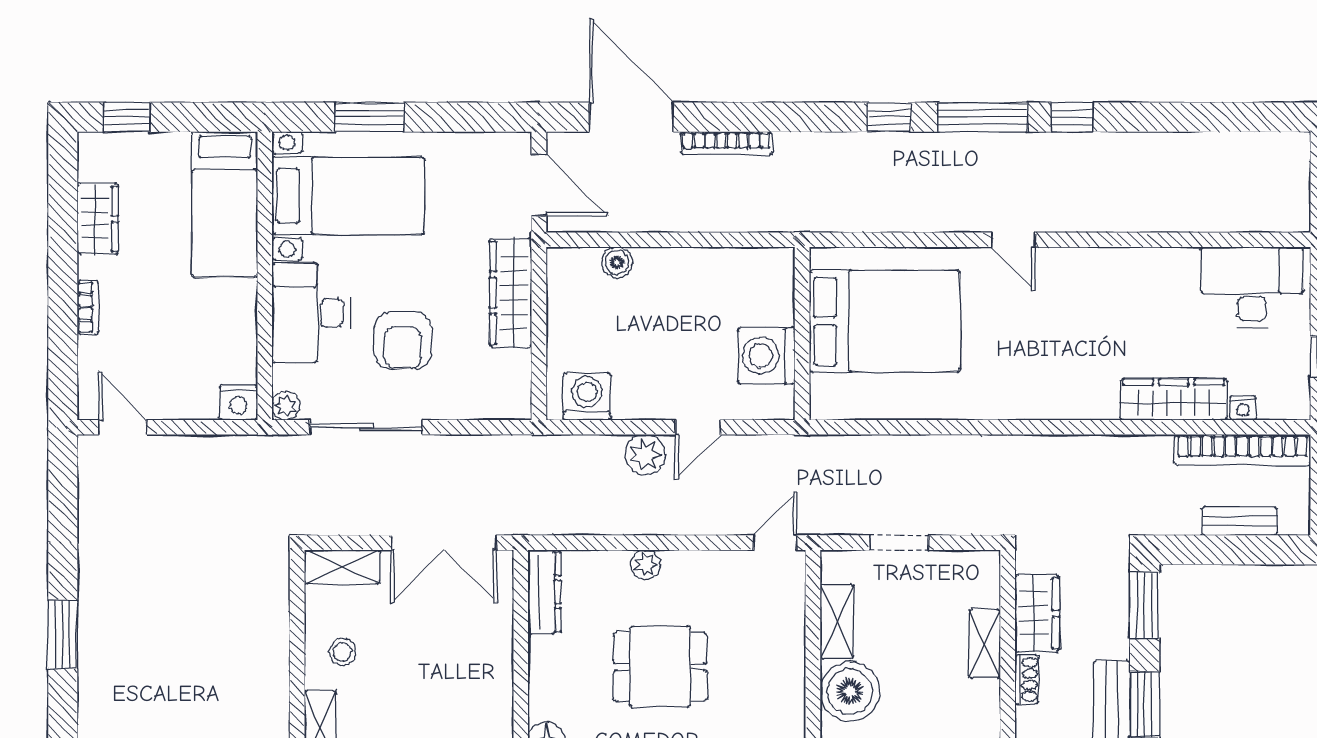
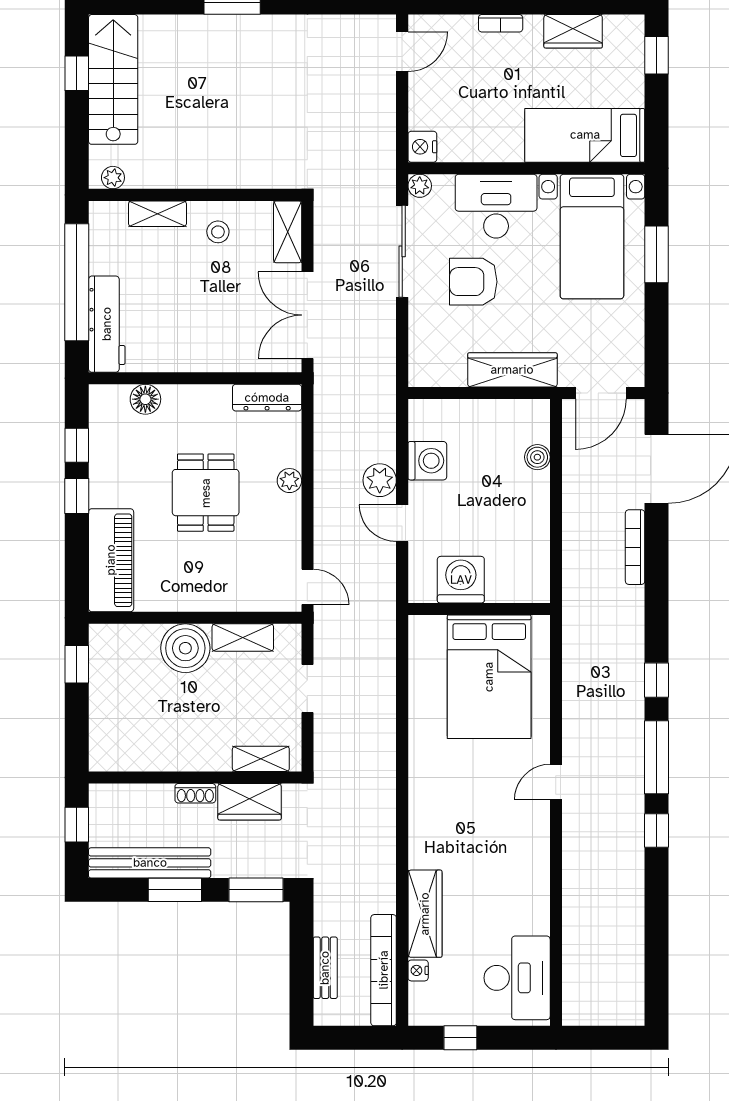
washing machine: (587, 397) -> (427, 461), moved
shelving: (985, 644) -> (261, 759), moved

